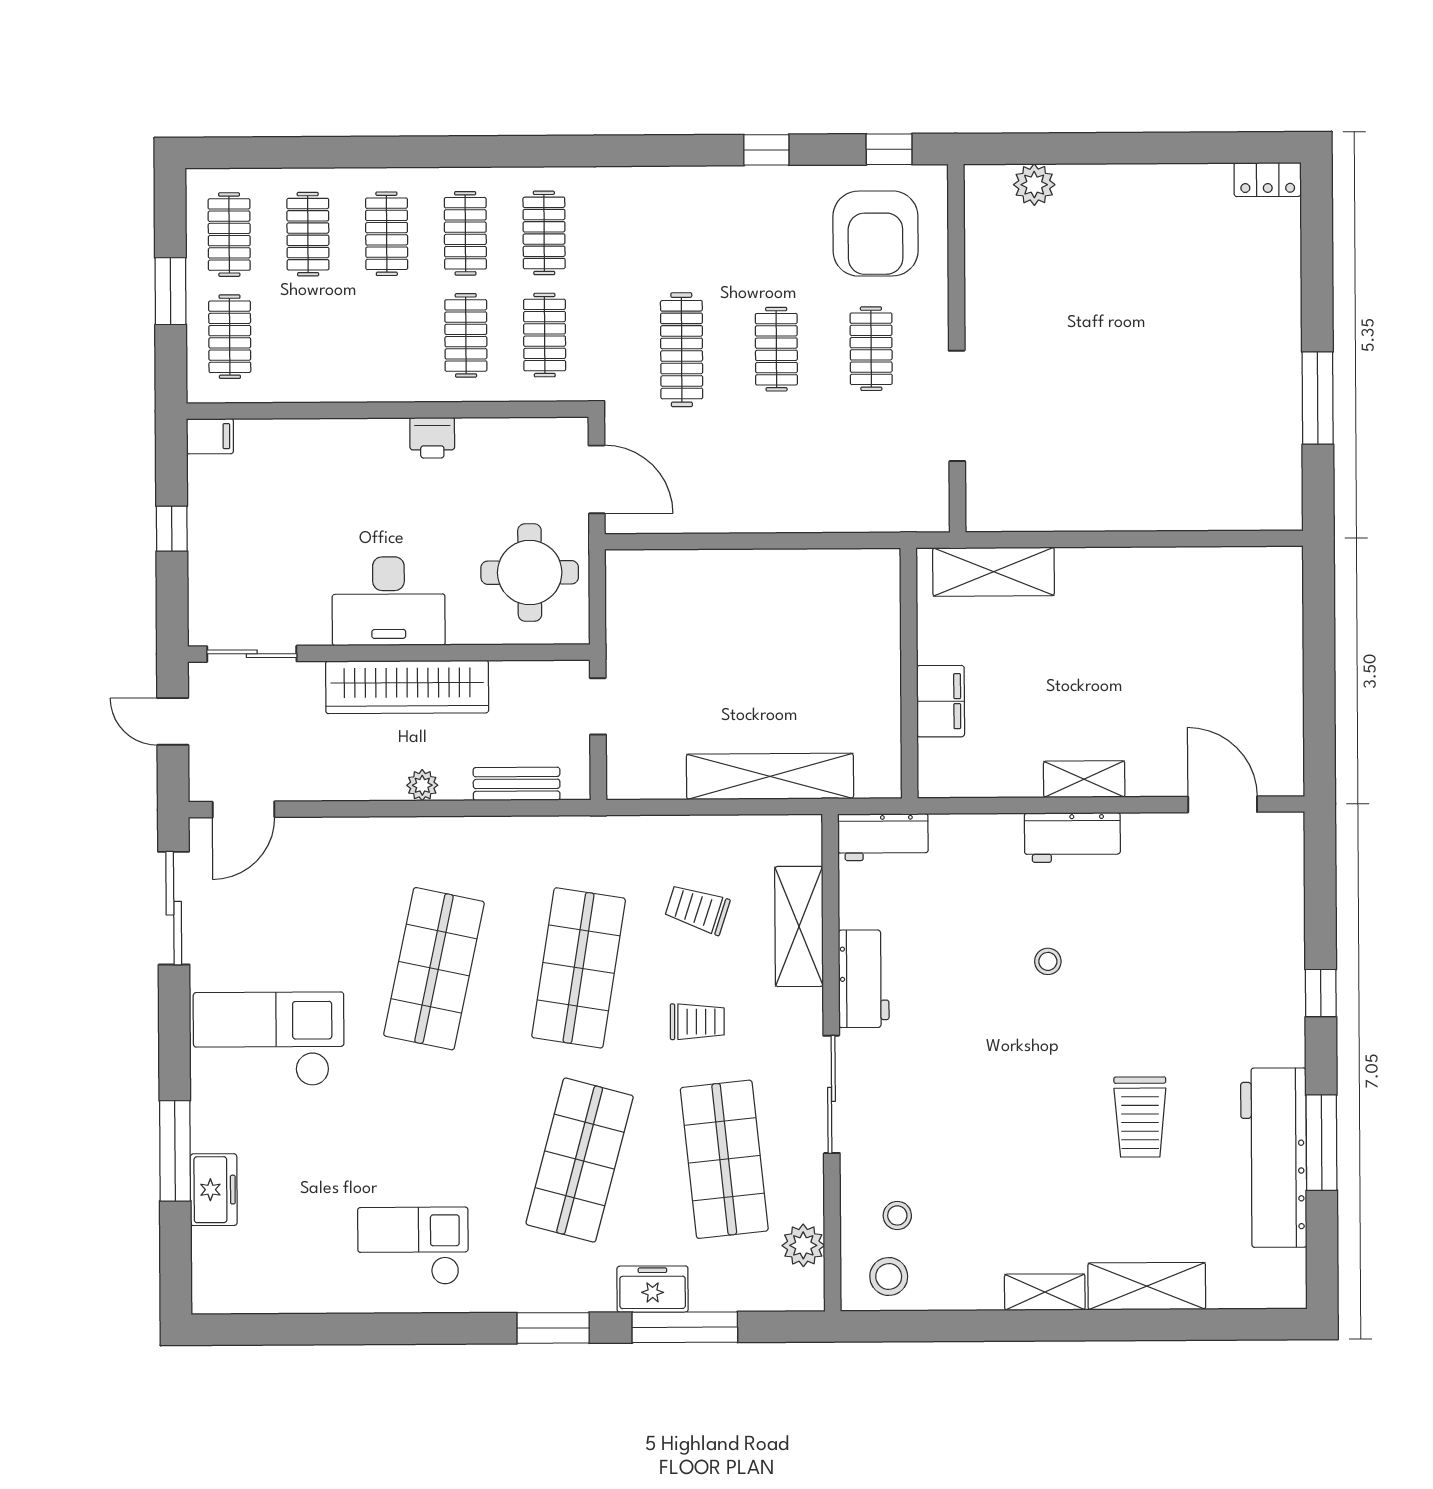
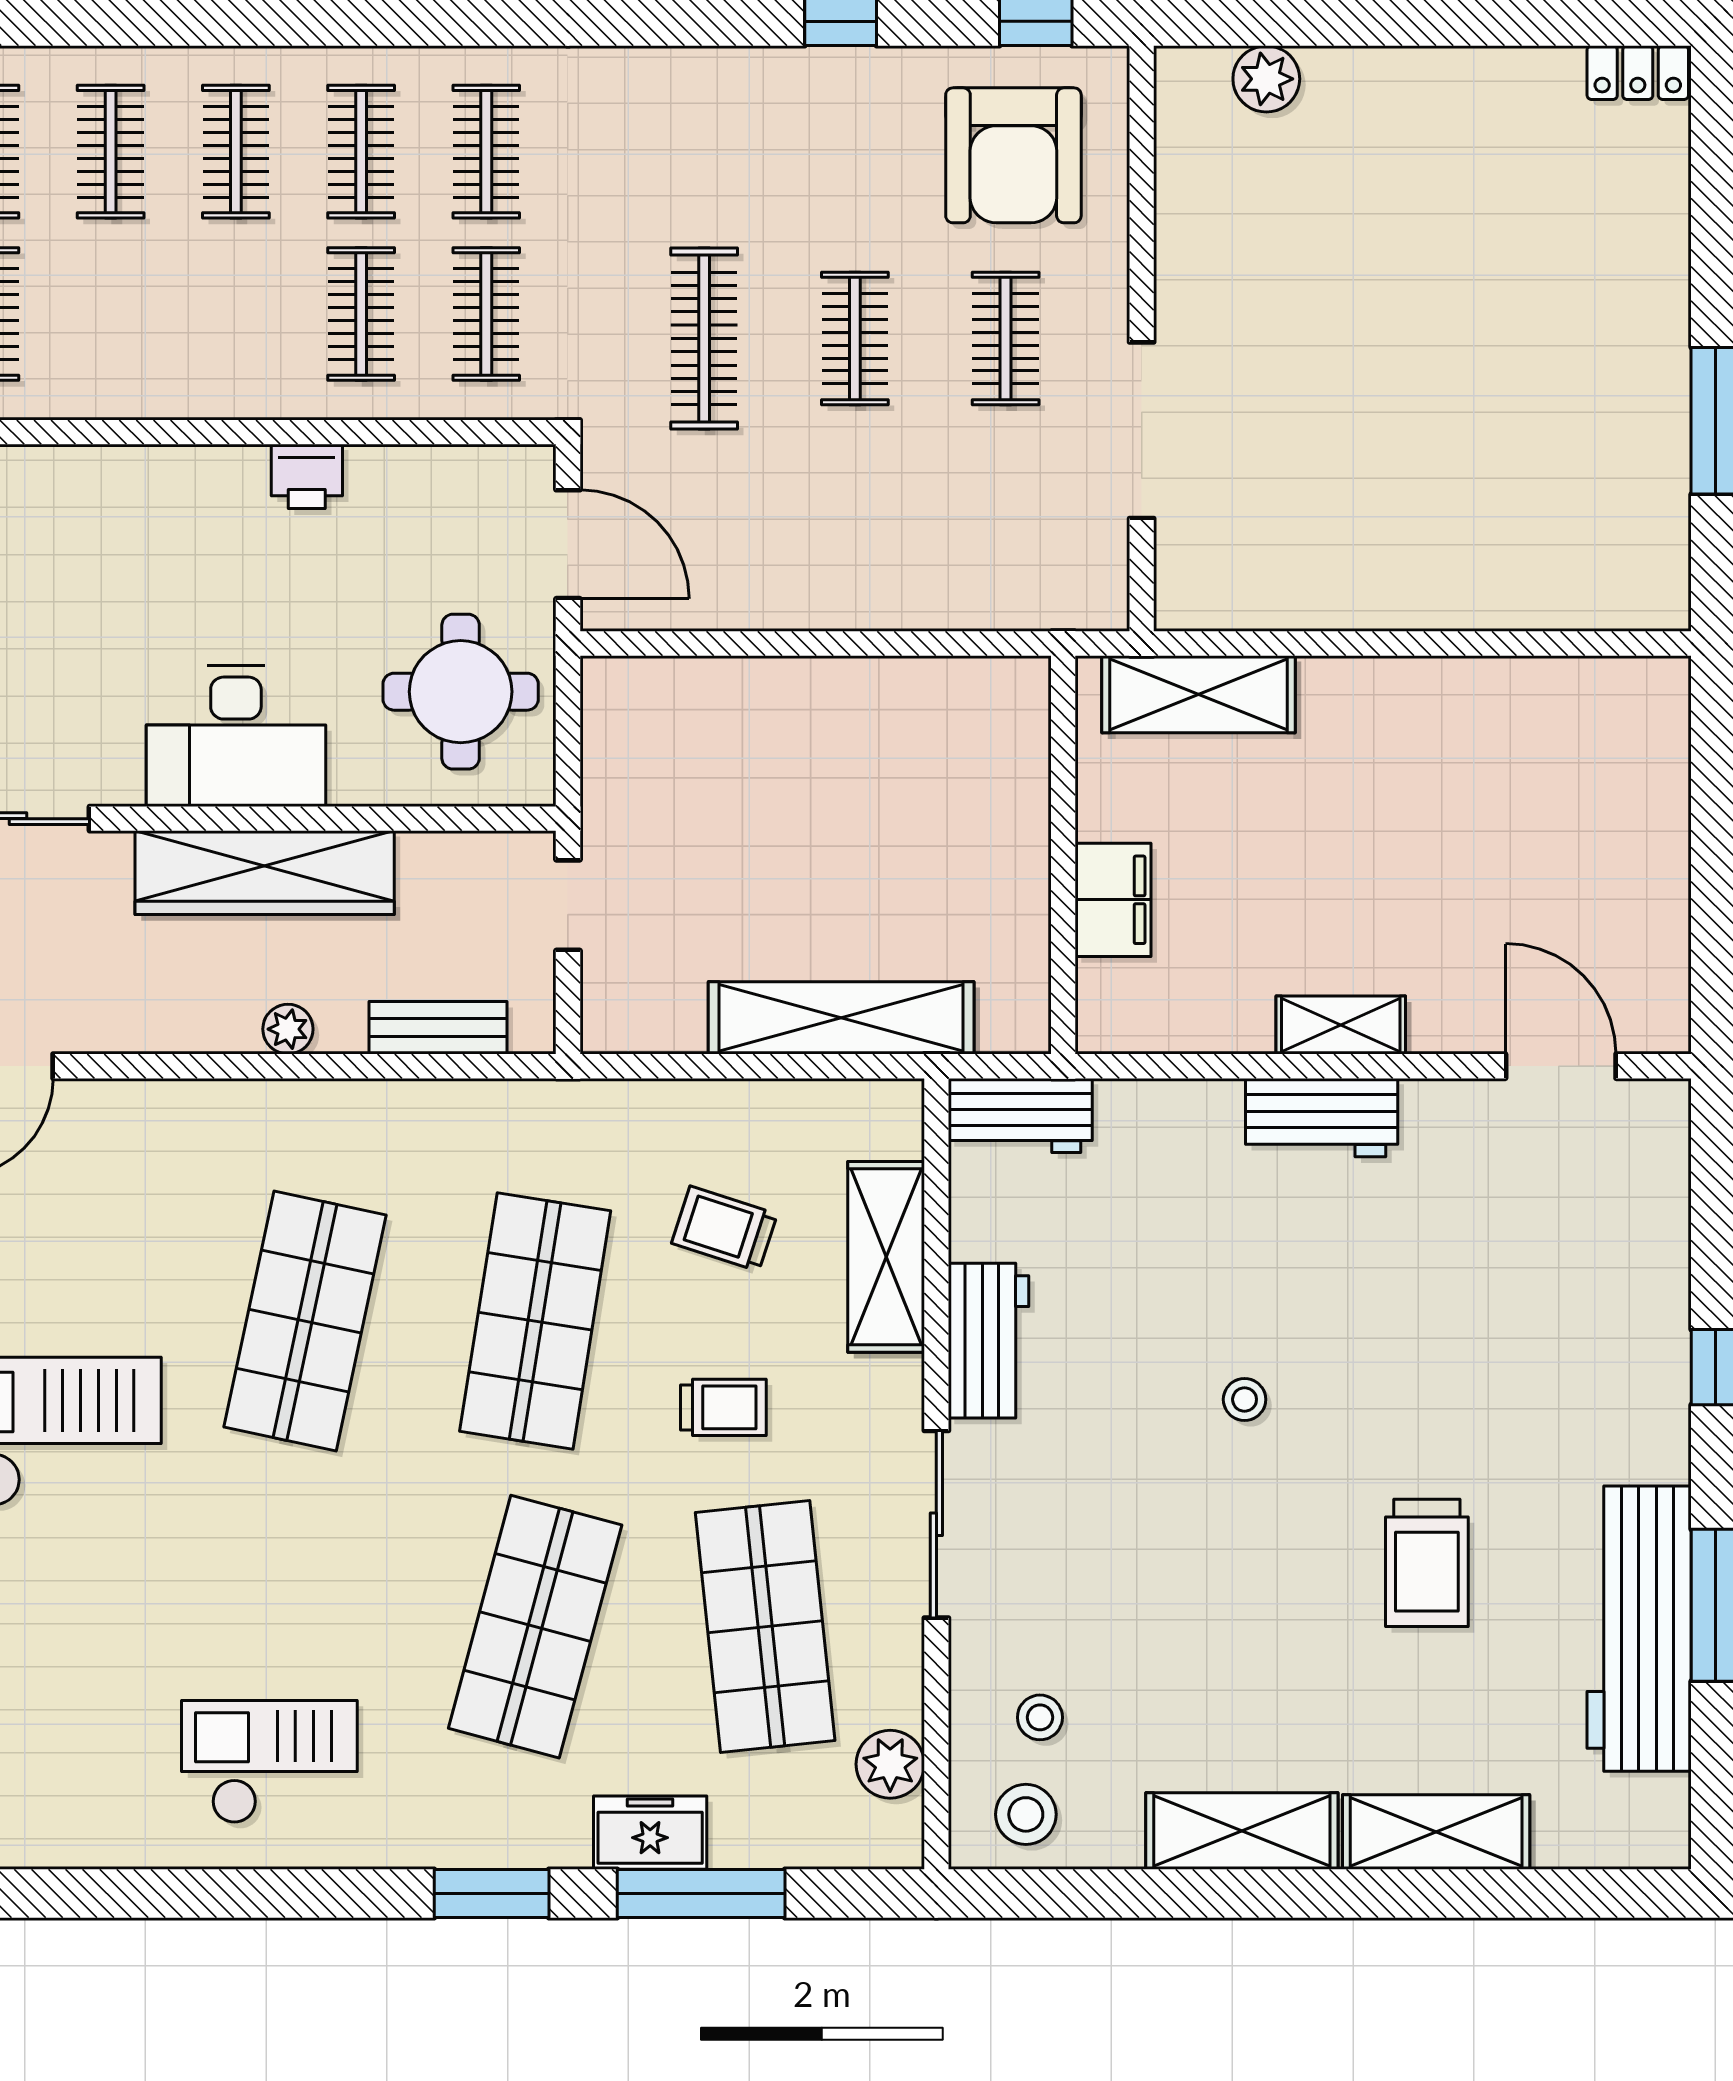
stool: (1048, 961) -> (1245, 1399), moved
shelving: (1045, 1292) -> (1242, 1831), width x1.50, depth x1.33

